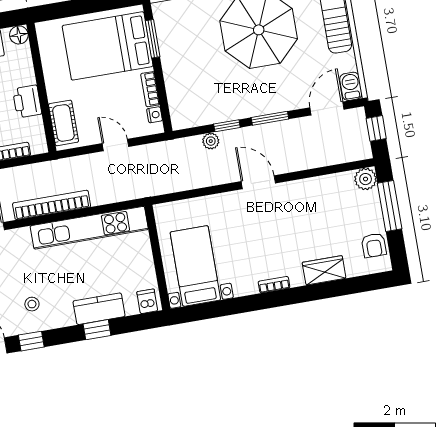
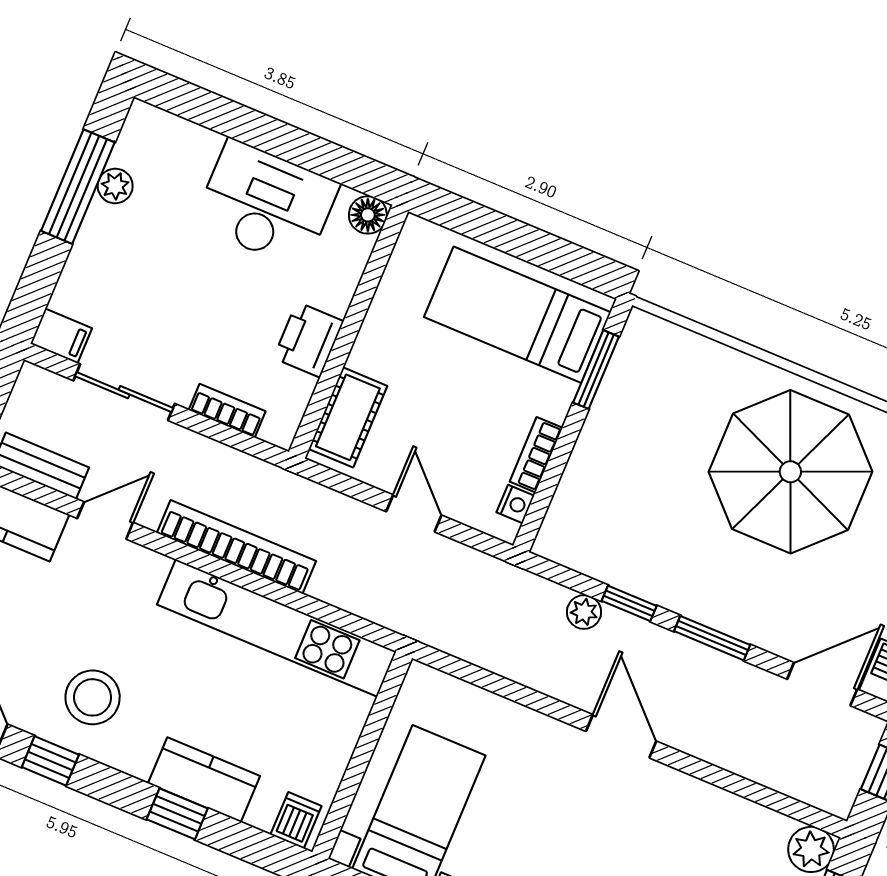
bed: (108, 46) -> (517, 315), width x0.67
stool: (32, 304) -> (93, 697), width x1.89, depth x1.89

